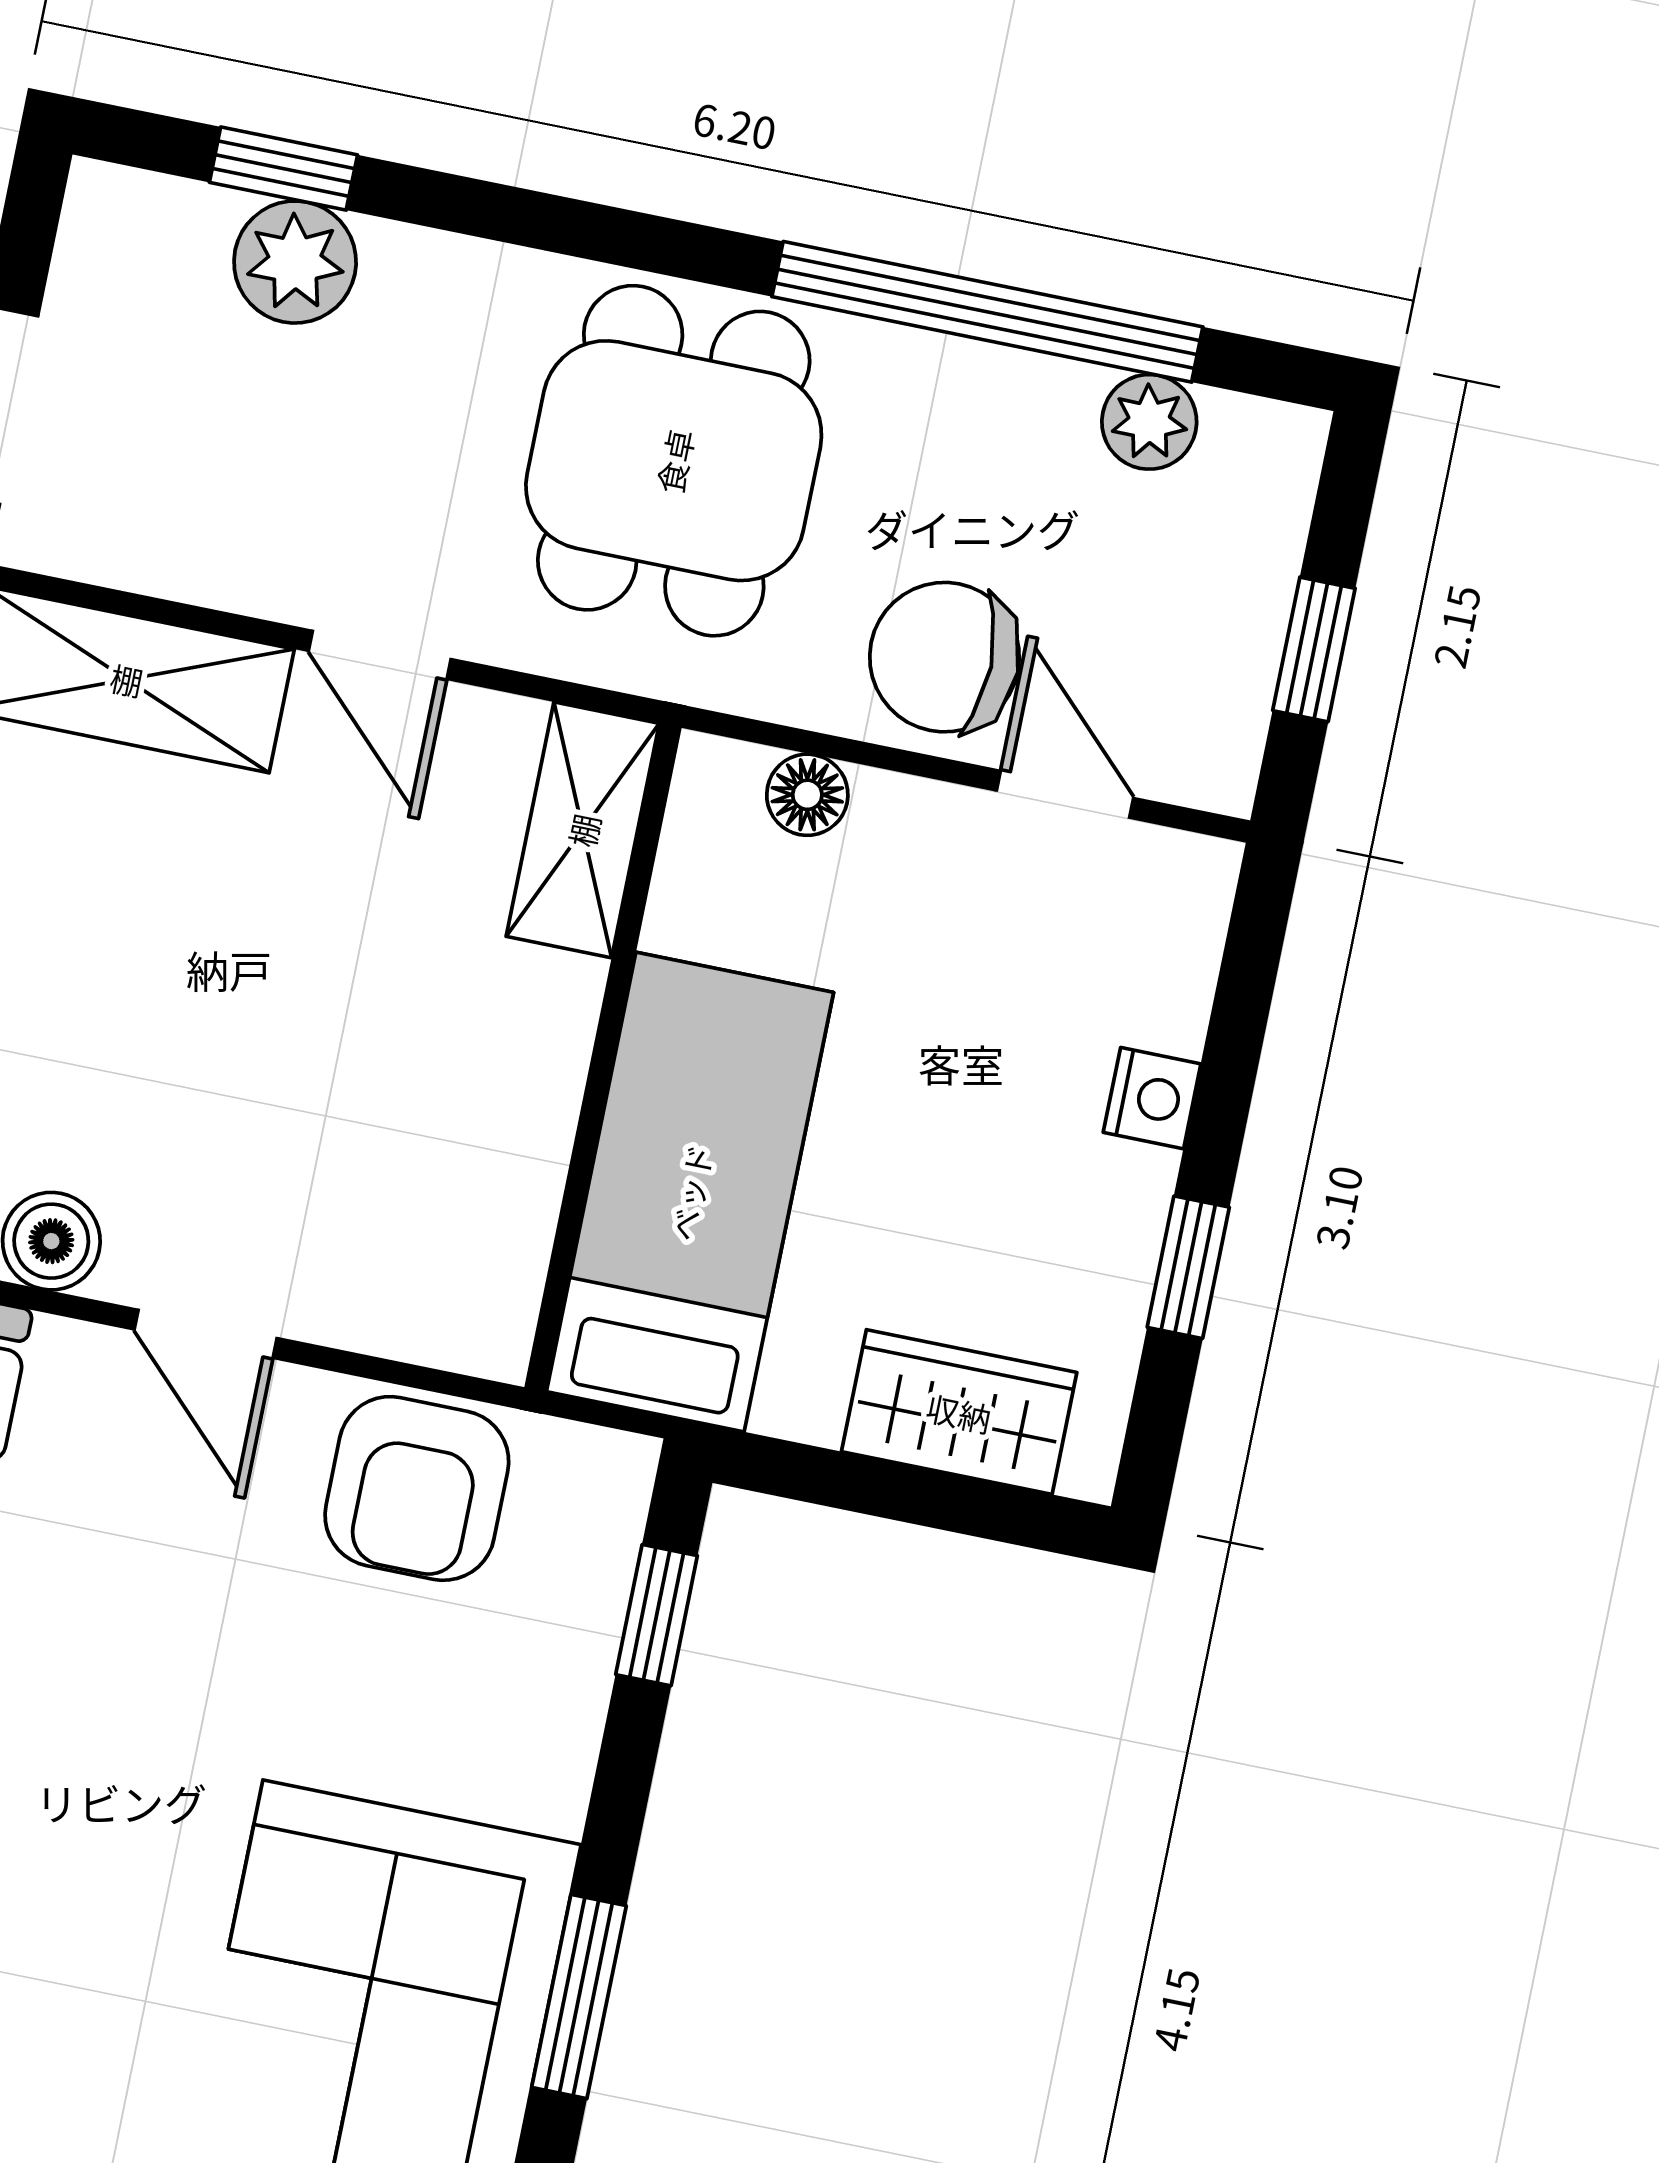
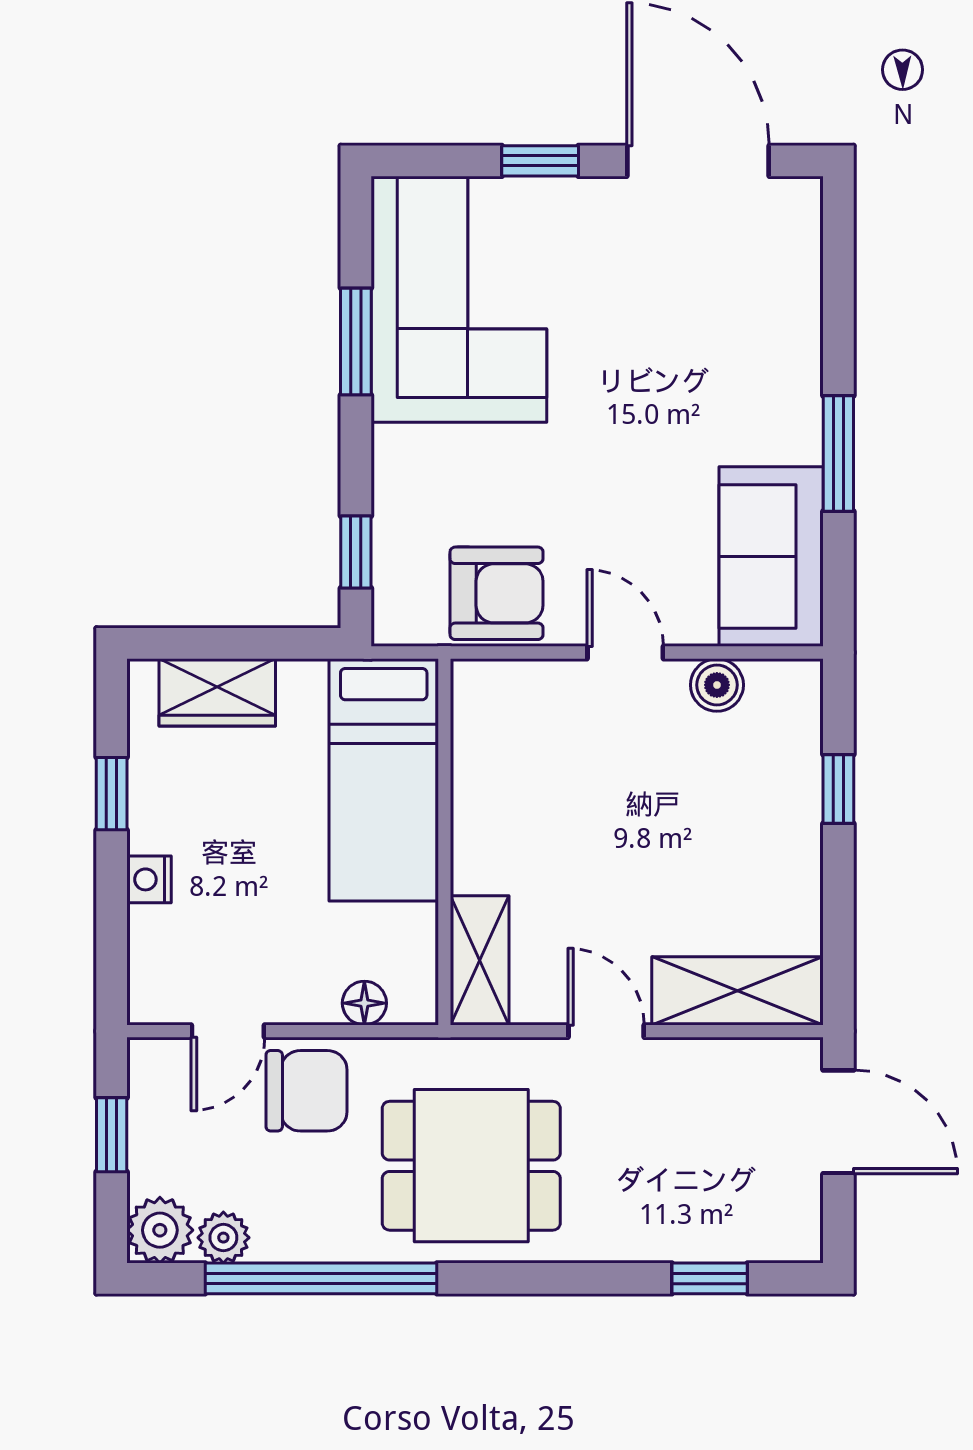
plant: (295, 262) -> (160, 1230), moved
dining table: (674, 461) -> (471, 1166), turned 90
door: (1065, 794) -> (228, 1031), hinge flipped
armchair: (417, 1488) -> (497, 593), turned 90

